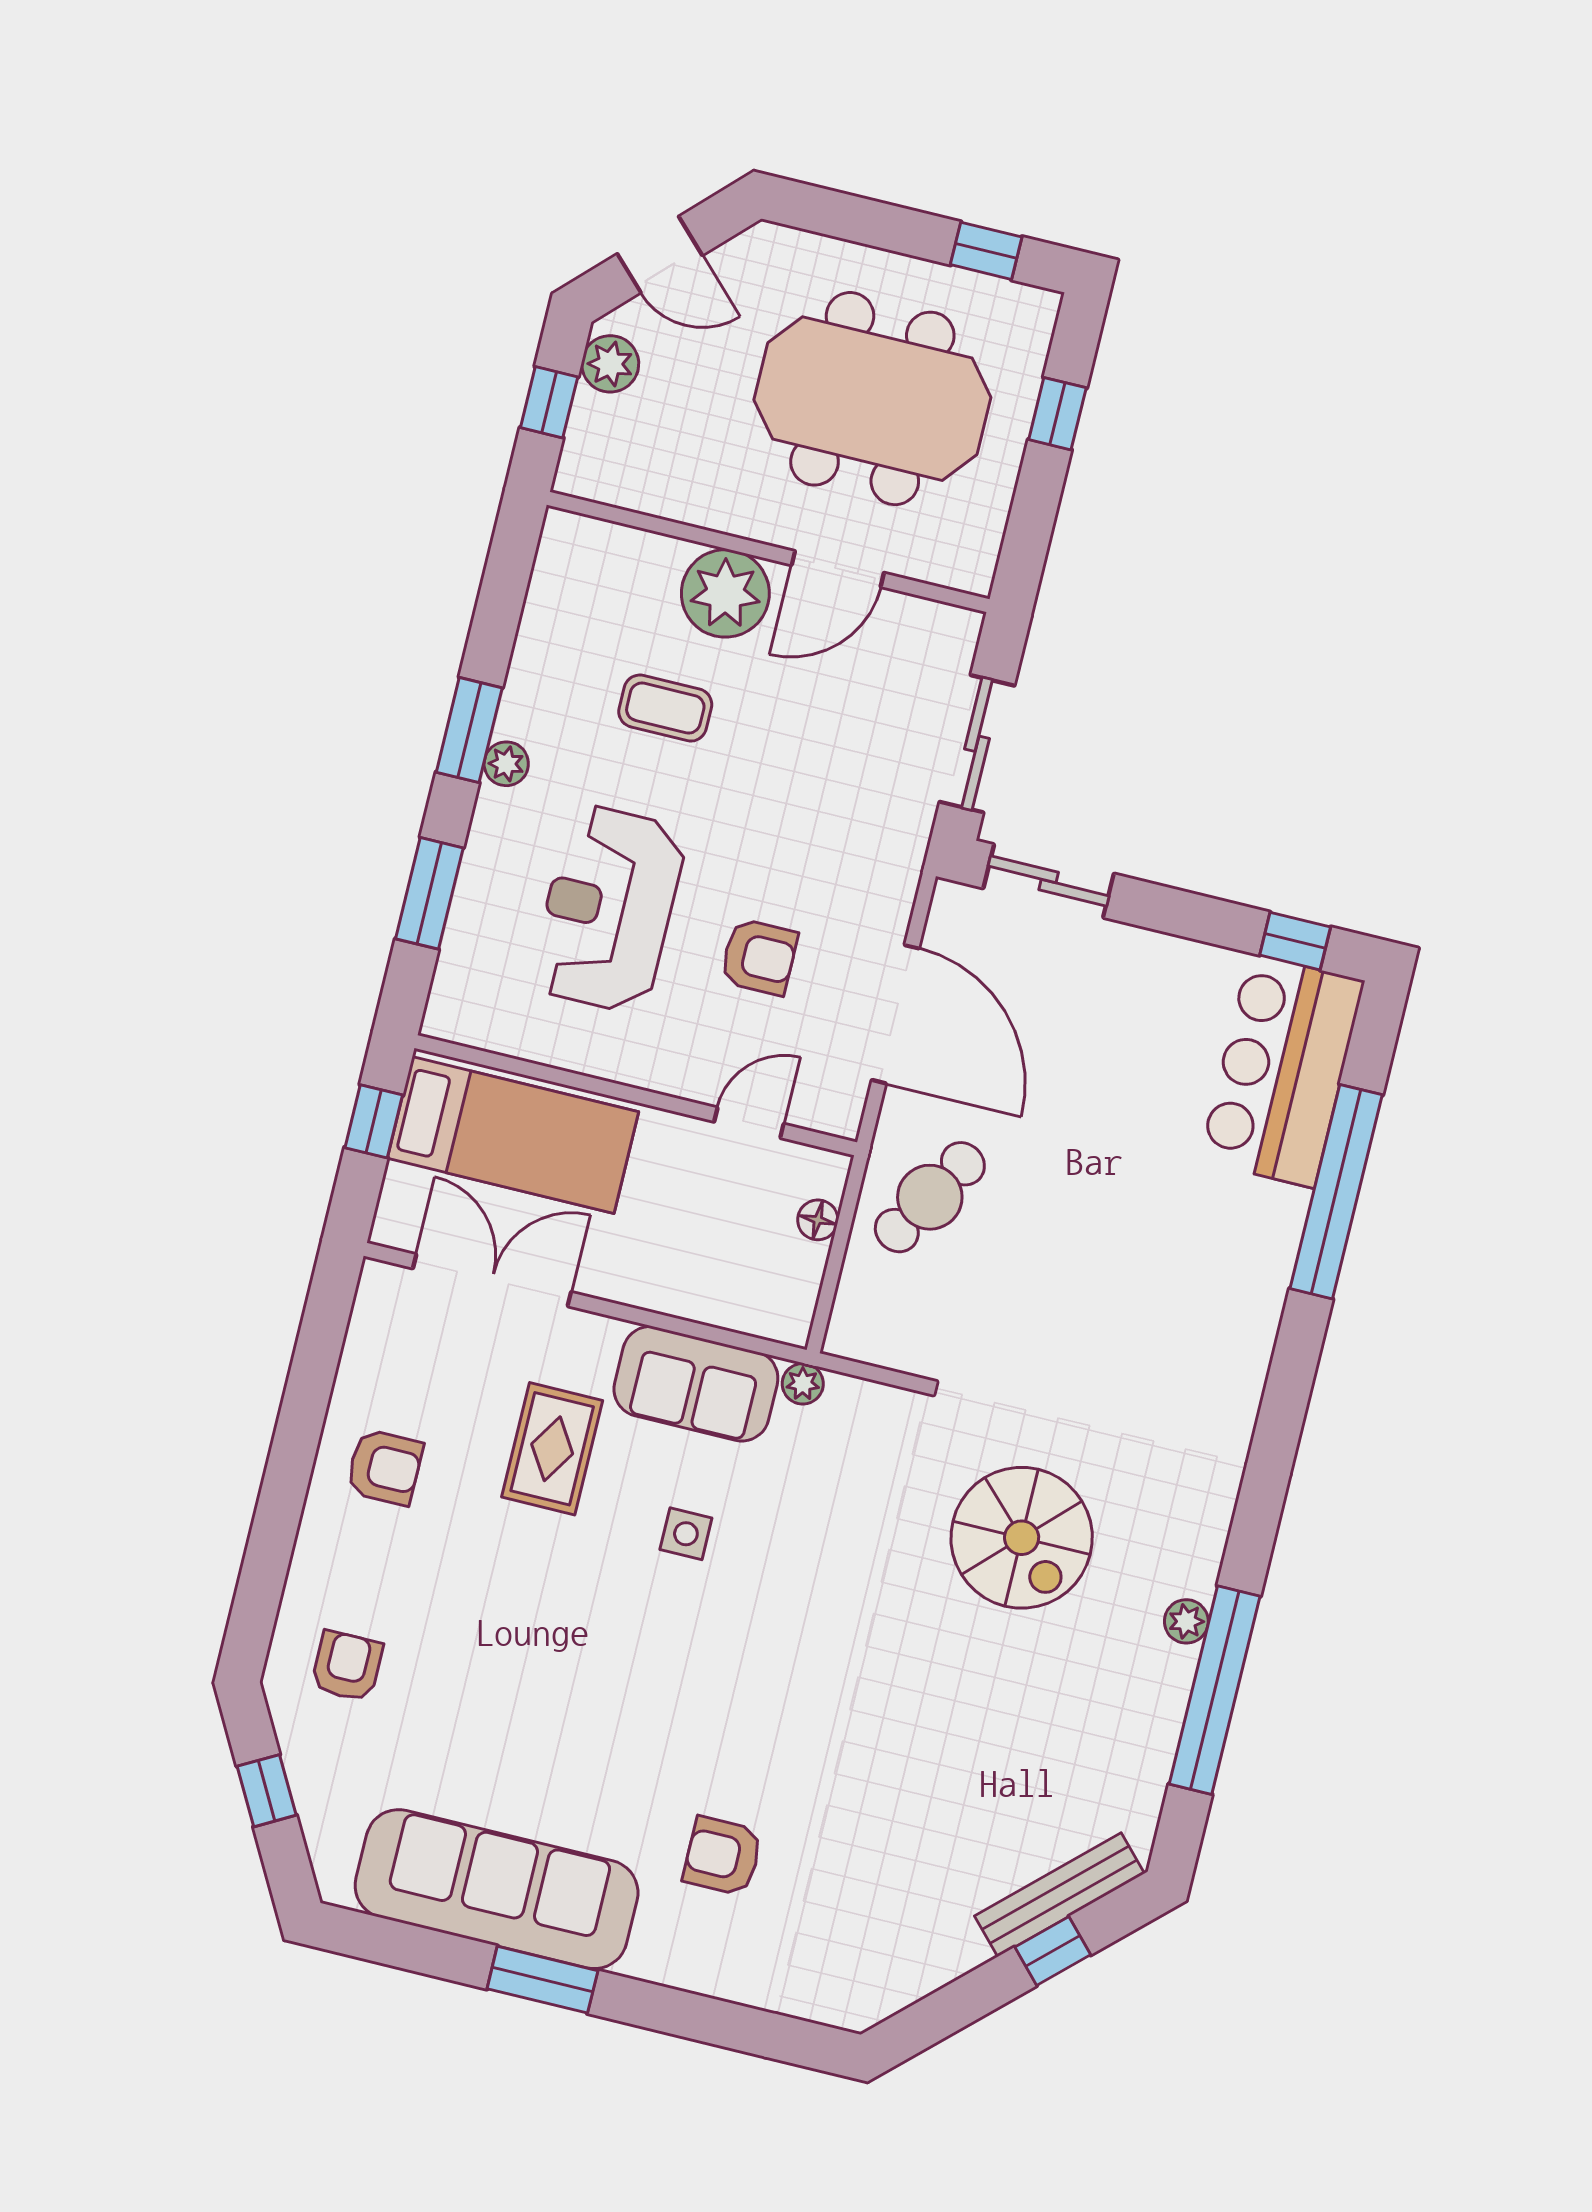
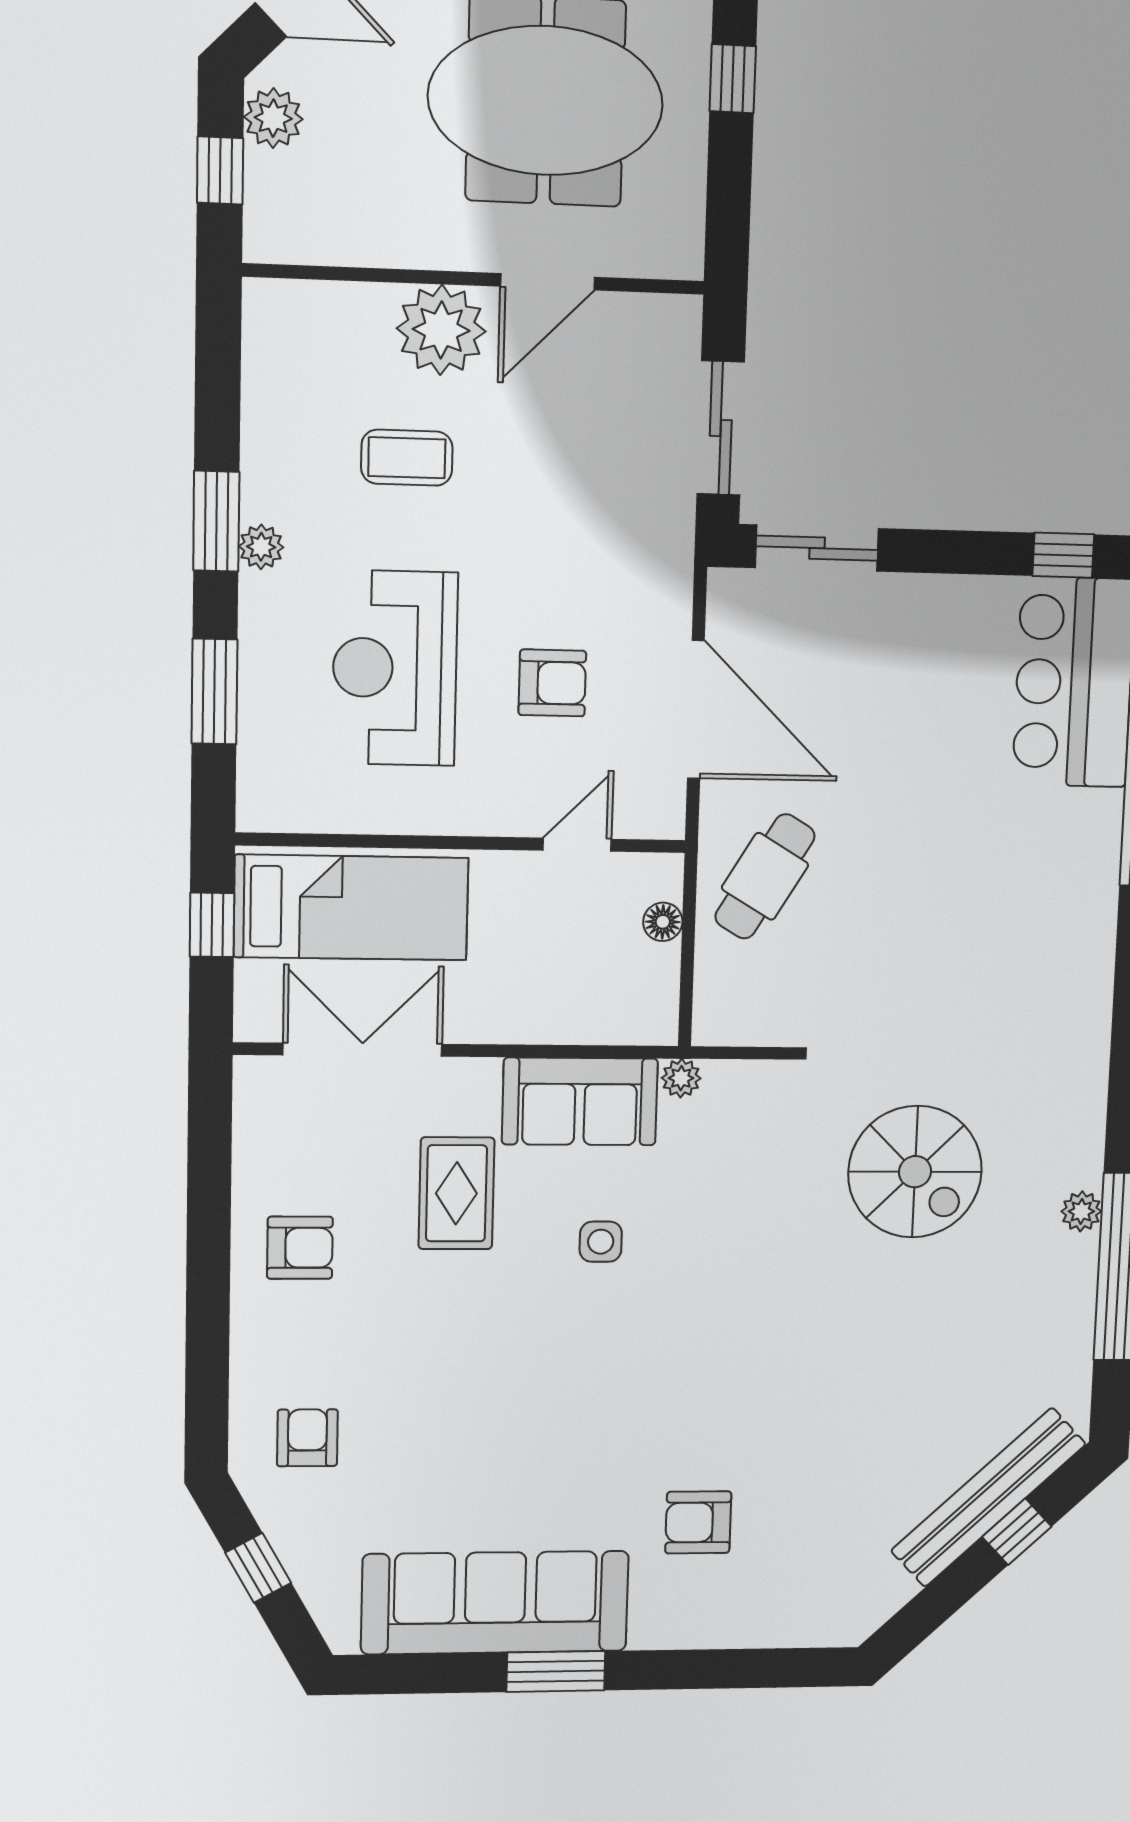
bench: (1059, 1895) -> (988, 1497), width x1.37, depth x1.21

